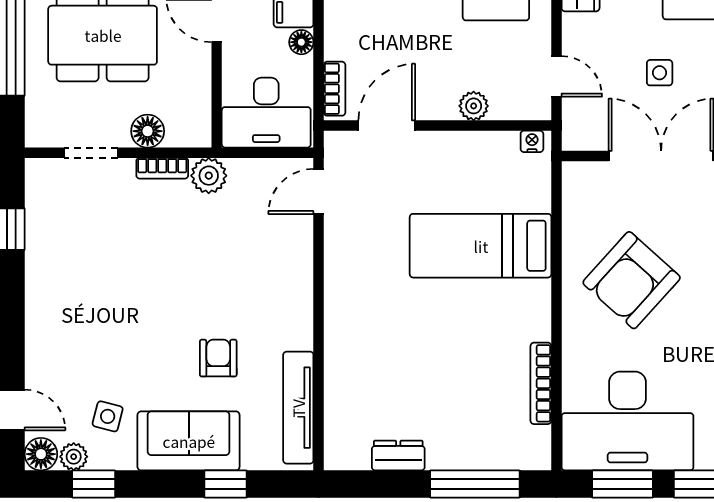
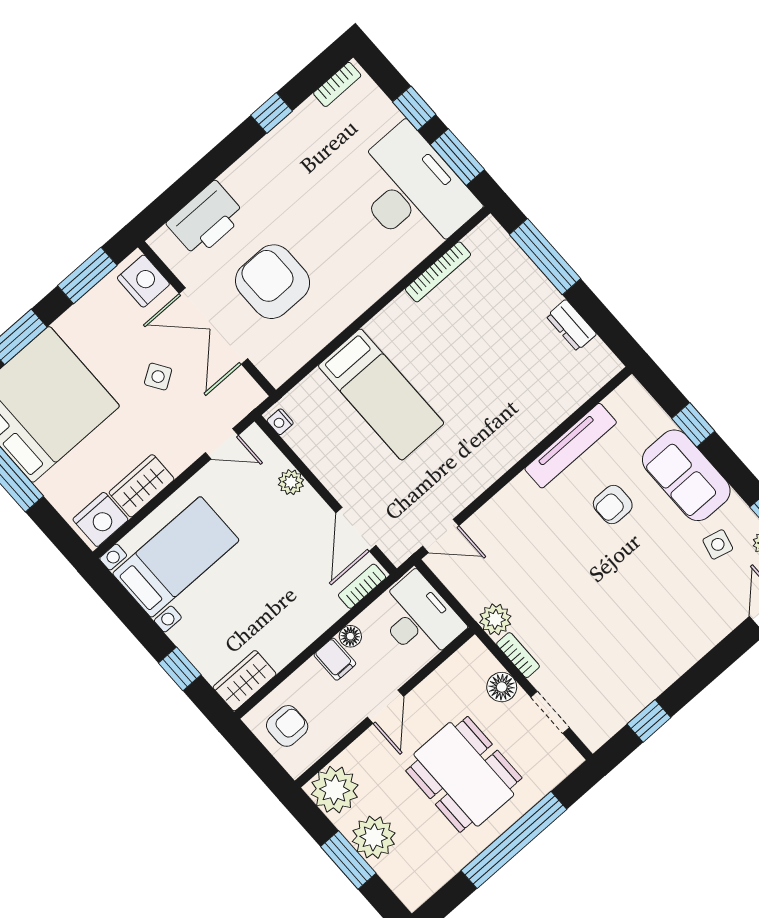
side table: (660, 73) -> (158, 377), turned -33
door: (556, 76) -> (222, 444), swing flipped
door: (387, 126) -> (356, 529), hinge flipped
armchair: (632, 280) -> (273, 282), moved, turned -132
tv unit: (298, 408) -> (571, 446), moved

